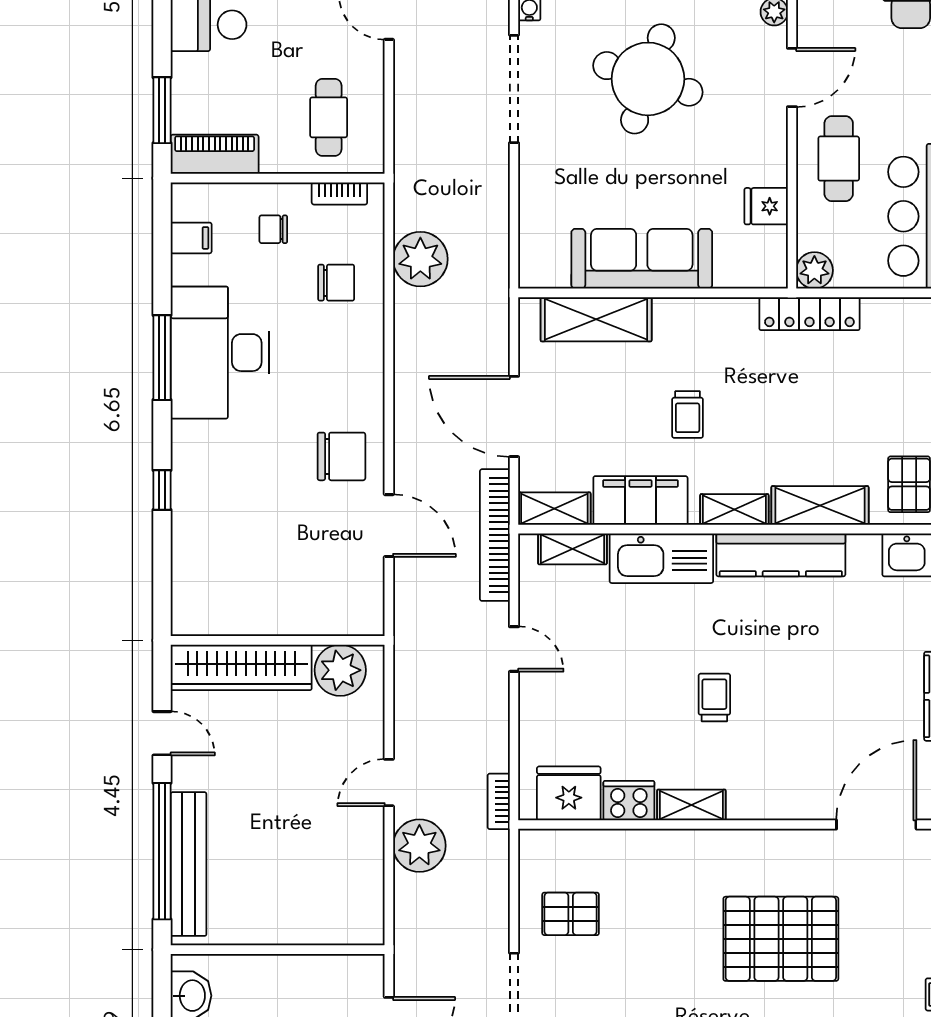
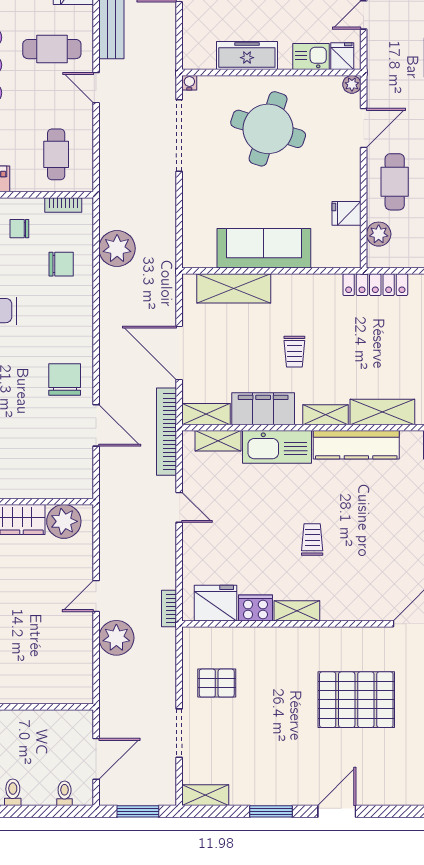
plant: (814, 270) -> (379, 234), moved
chair: (341, 456) -> (65, 379), turned -90

